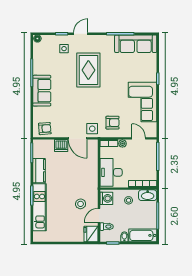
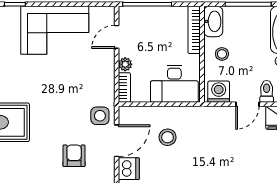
armchair: (113, 123) -> (74, 156), moved
stool: (81, 204) -> (168, 137), moved
door: (99, 215) -> (247, 104), hinge flipped

